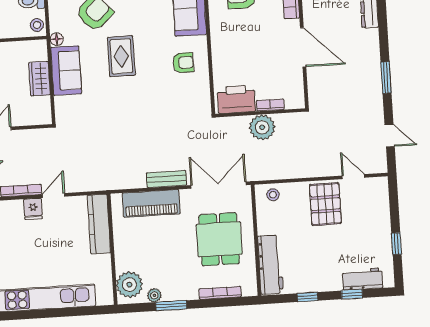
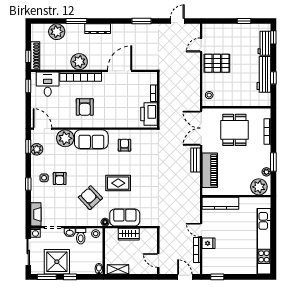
plant: (262, 127) -> (167, 99), removed
dining table: (219, 239) -> (234, 130), turned 90
workbench: (270, 265) -> (264, 74), moved, turned -90
window: (352, 294) -> (273, 37), moved

